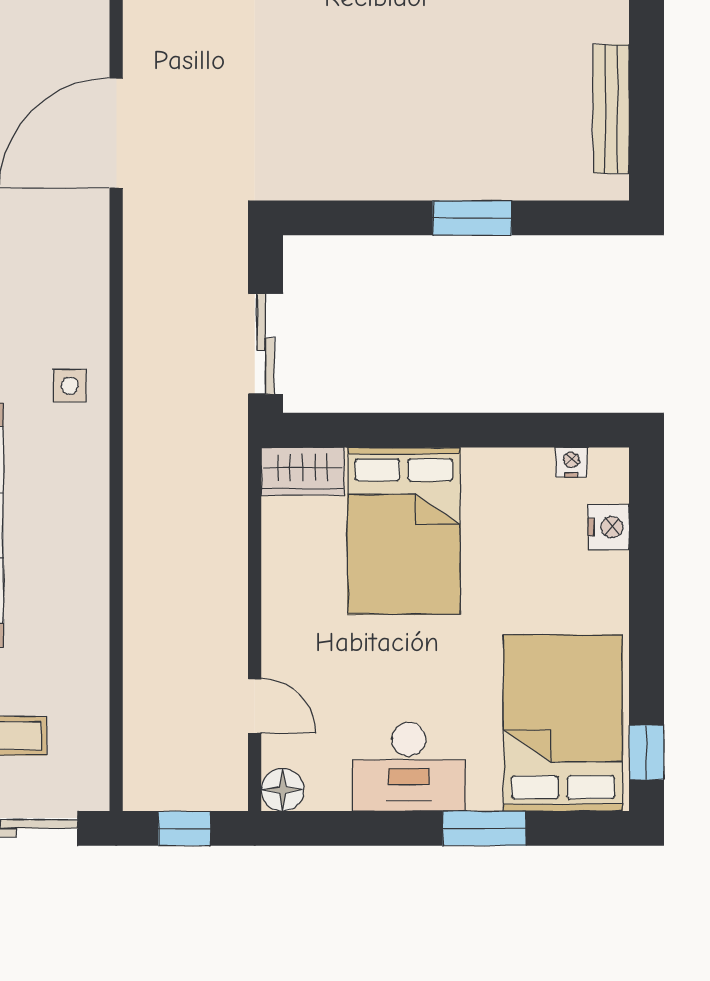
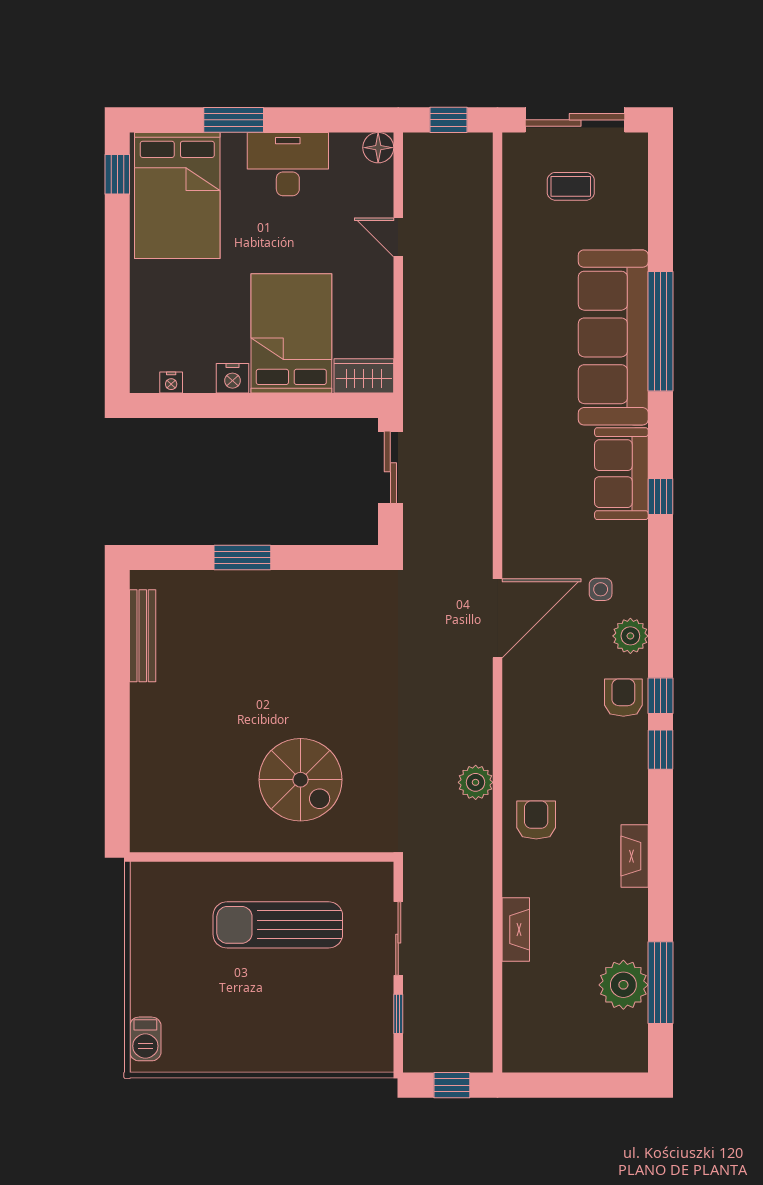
side table: (70, 386) -> (531, 437), removed
nightstand: (609, 527) -> (232, 378), moved, turned -90
door: (255, 706) -> (398, 237), moved

